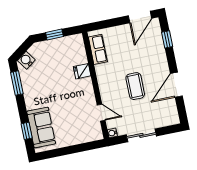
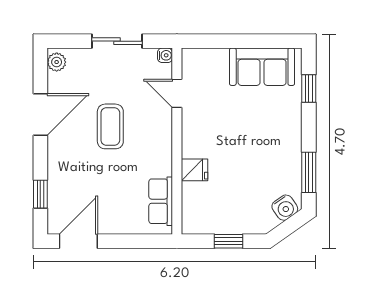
plant: (173, 116) -> (57, 62), added
sofa: (41, 127) -> (262, 67), moved, turned -90

